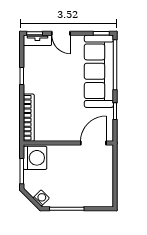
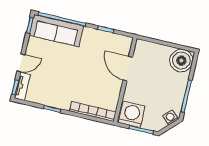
sofa: (99, 71) -> (56, 31), width x0.74, depth x0.79
door: (93, 143) -> (128, 69), moved
boiler: (101, 195) -> (181, 60), added

